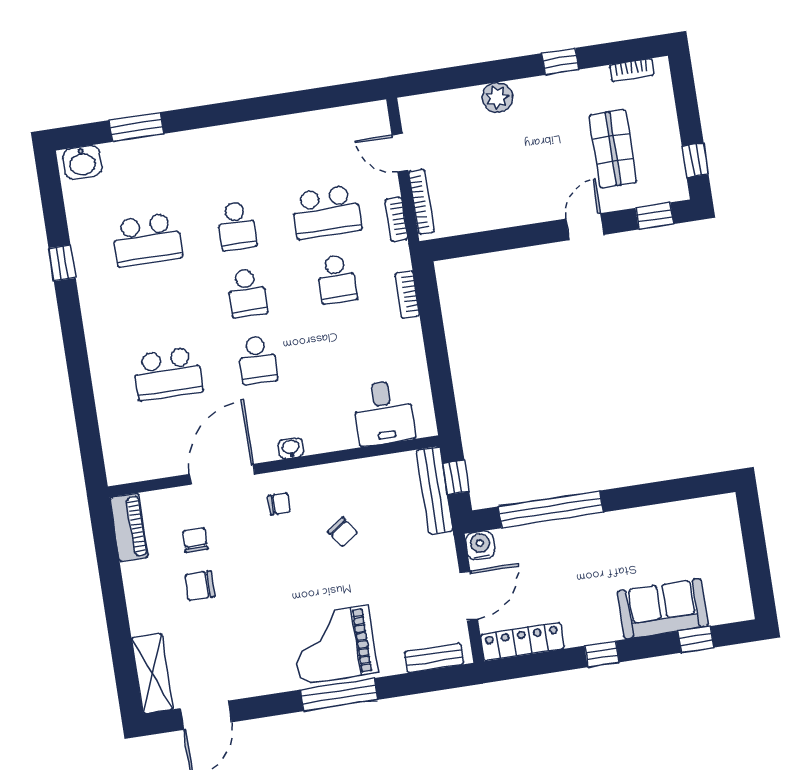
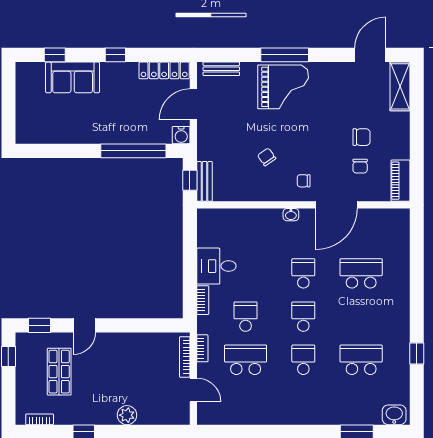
desk: (384, 413) -> (216, 266), moved, turned -90
bench: (435, 490) -> (205, 181), width x0.73

